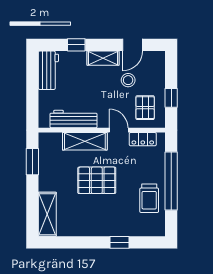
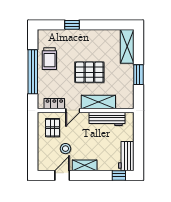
window: (76, 45) -> (119, 175), moved
window: (171, 98) -> (33, 135), removed
door: (119, 130) -> (73, 110), hinge flipped
window: (32, 162) -> (138, 75), moved
trolley: (149, 198) -> (49, 59), turned 180

